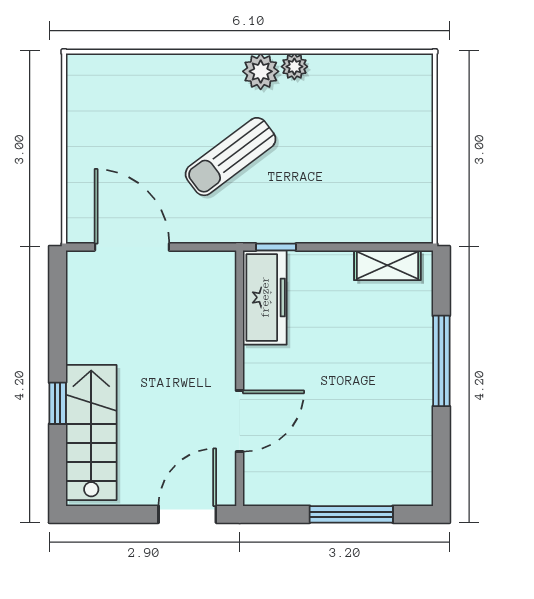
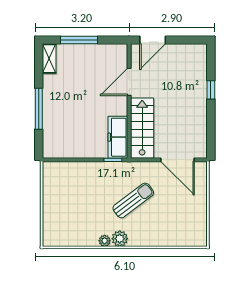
shelving: (387, 265) -> (49, 59), moved, turned 90
stairs: (91, 433) -> (142, 128), moved, turned 180

